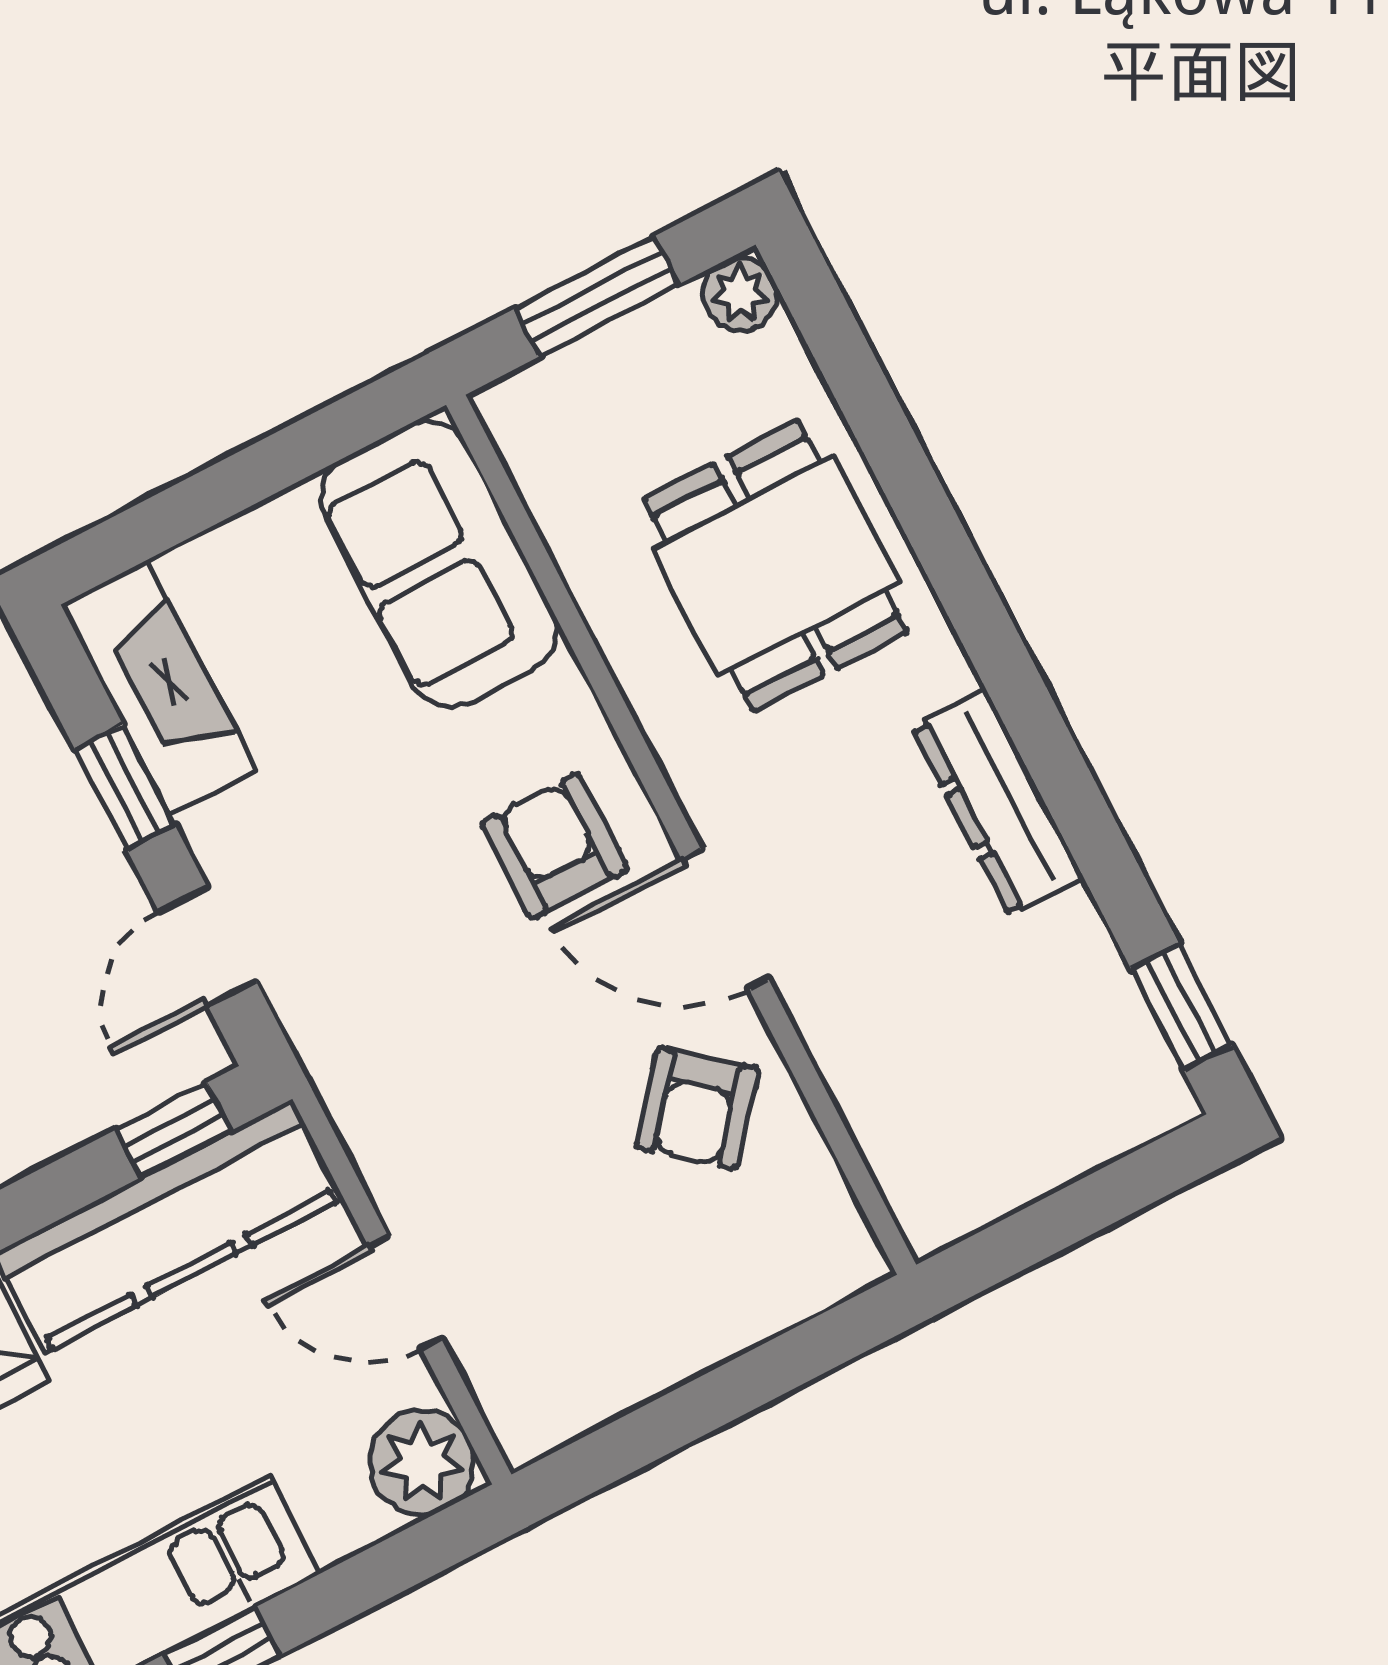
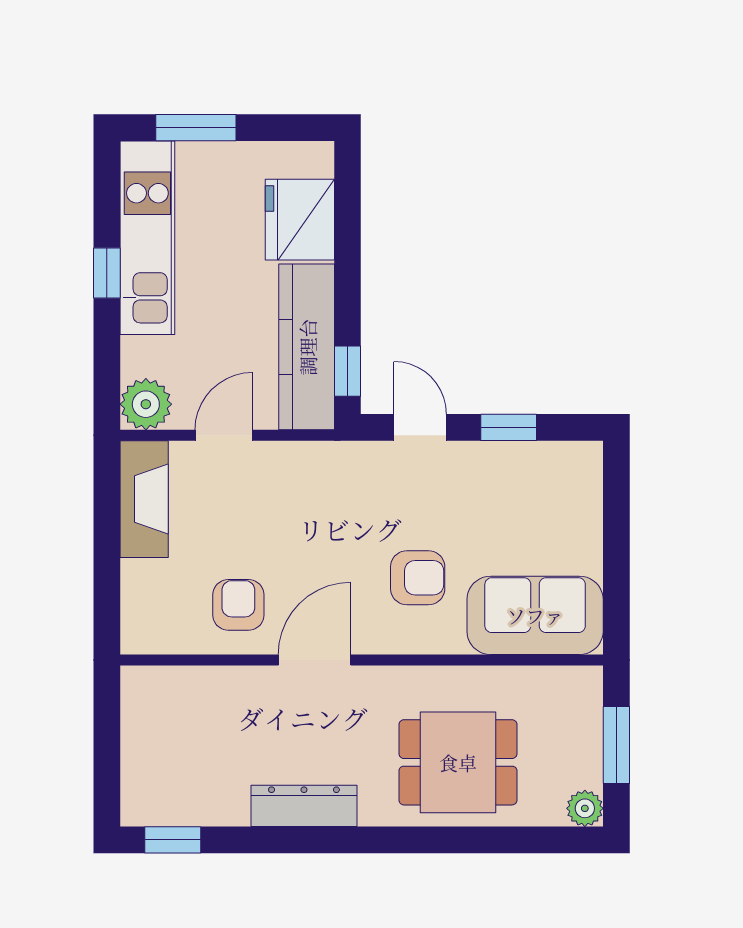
fireplace: (158, 688) -> (144, 499), moved, turned -90
armchair: (554, 846) -> (418, 578), moved
armchair: (697, 1108) -> (238, 605), turned 50

